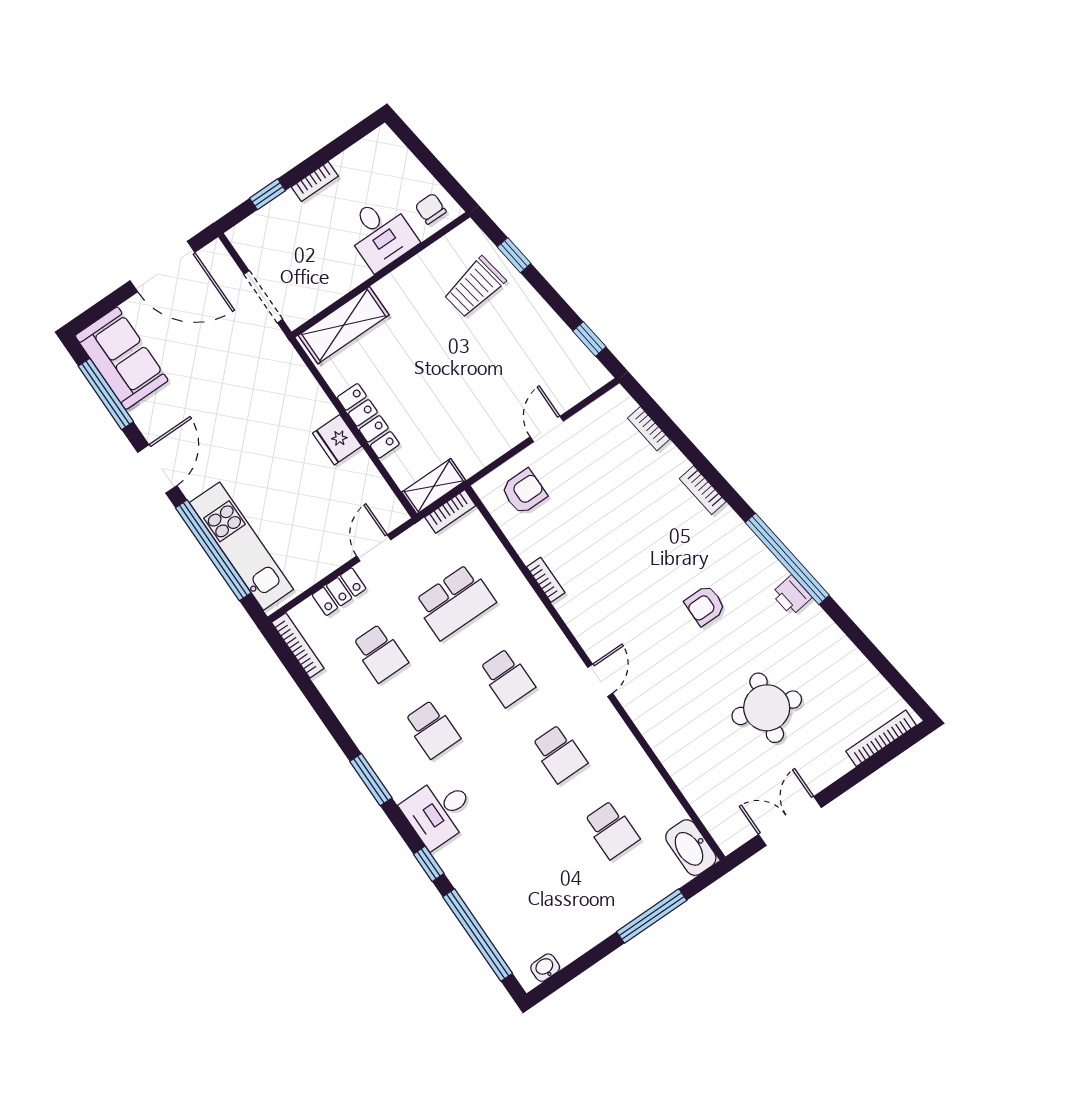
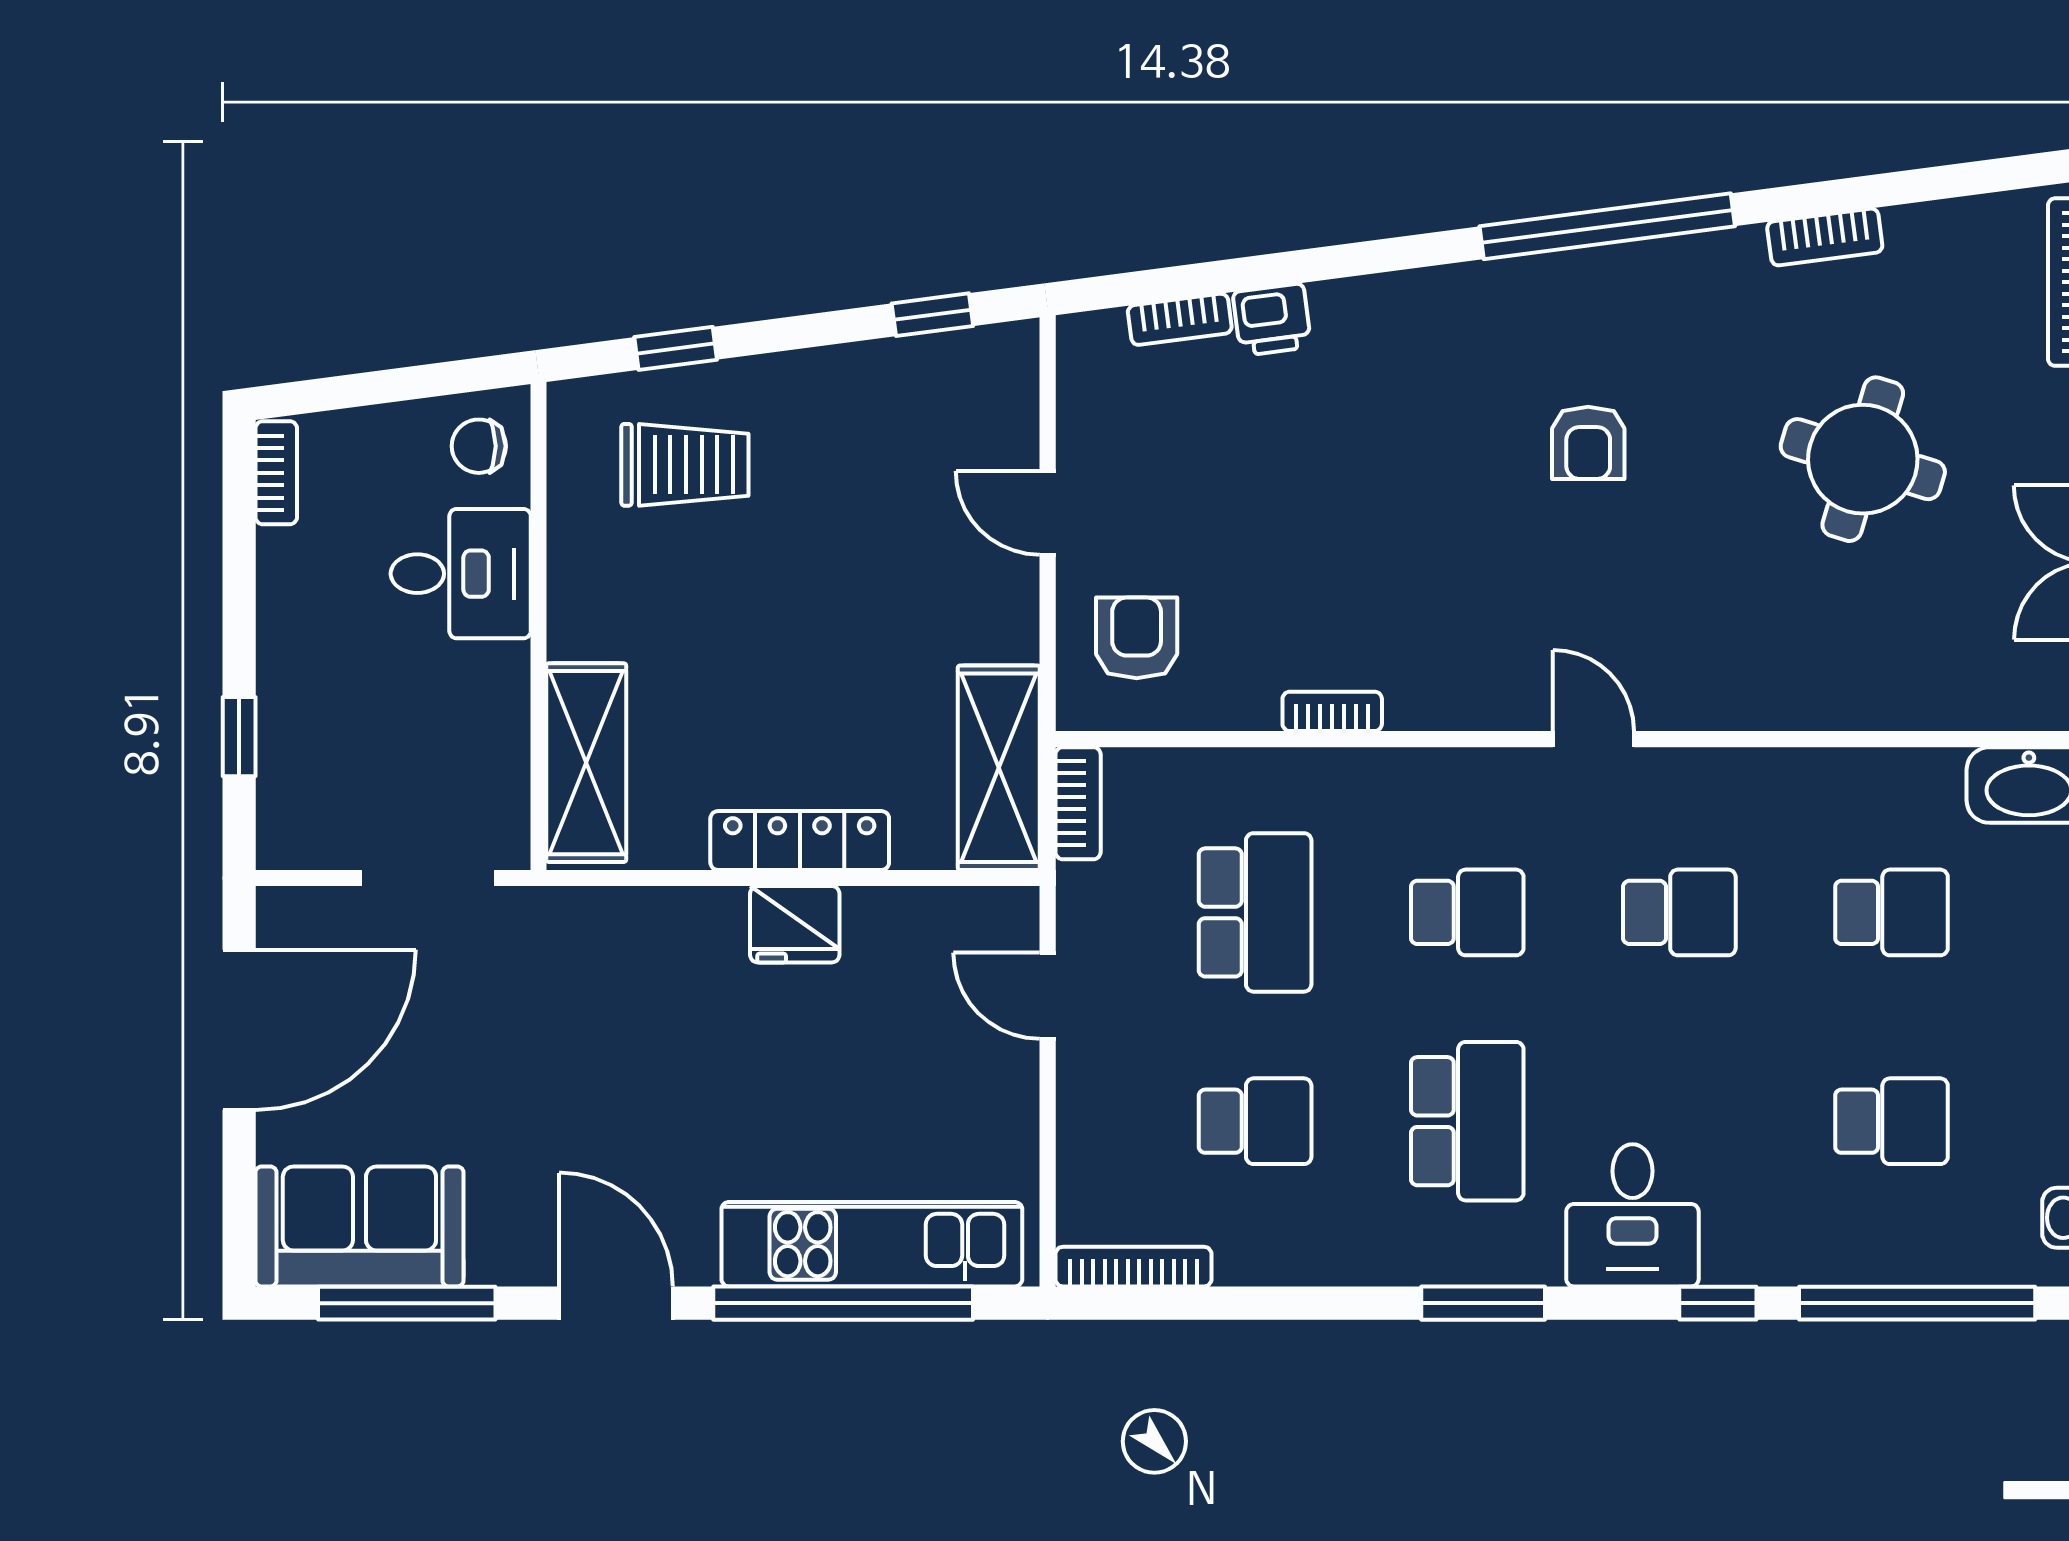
bookcase: (315, 181) -> (276, 473), moved
trolley: (475, 287) -> (685, 465), turned -80
shelving: (434, 486) -> (999, 768), width x1.50, depth x1.33
bookcase: (703, 490) -> (1825, 237), moved
locker: (339, 592) -> (1085, 1119), removed
printer: (791, 595) -> (1272, 320), moved
school desk: (432, 729) -> (1467, 1121), width x1.85
school desk: (537, 881) -> (1891, 1121), added

